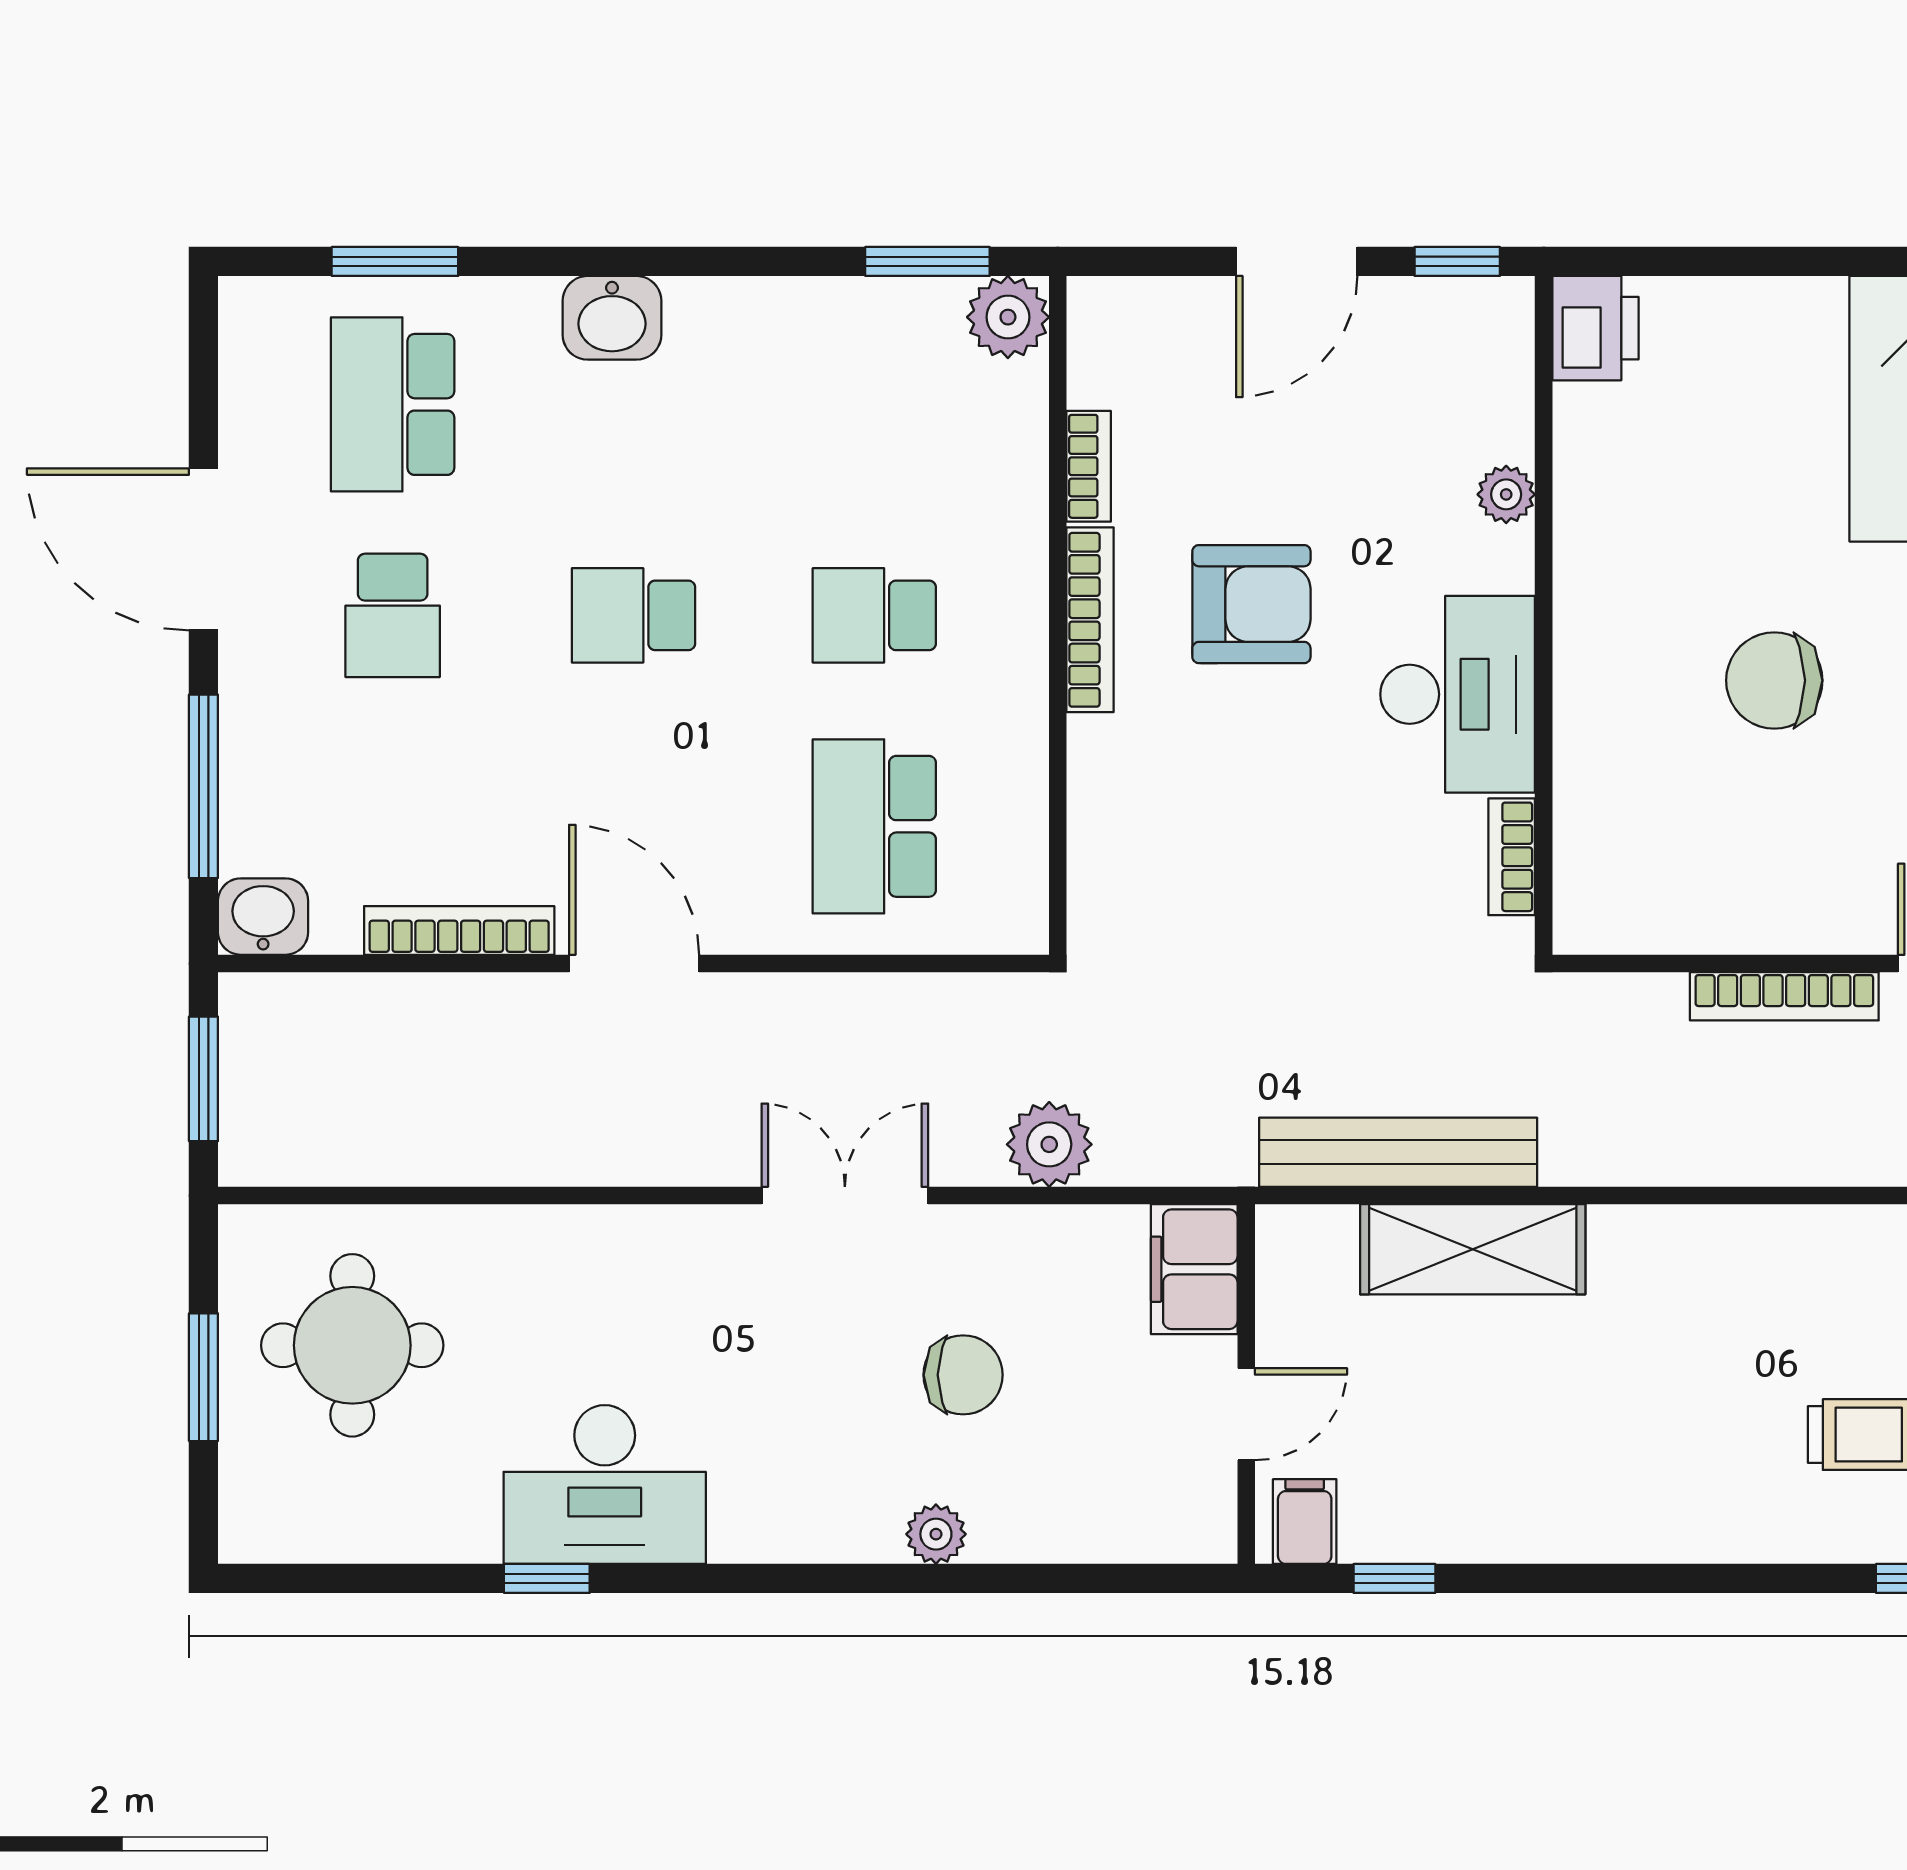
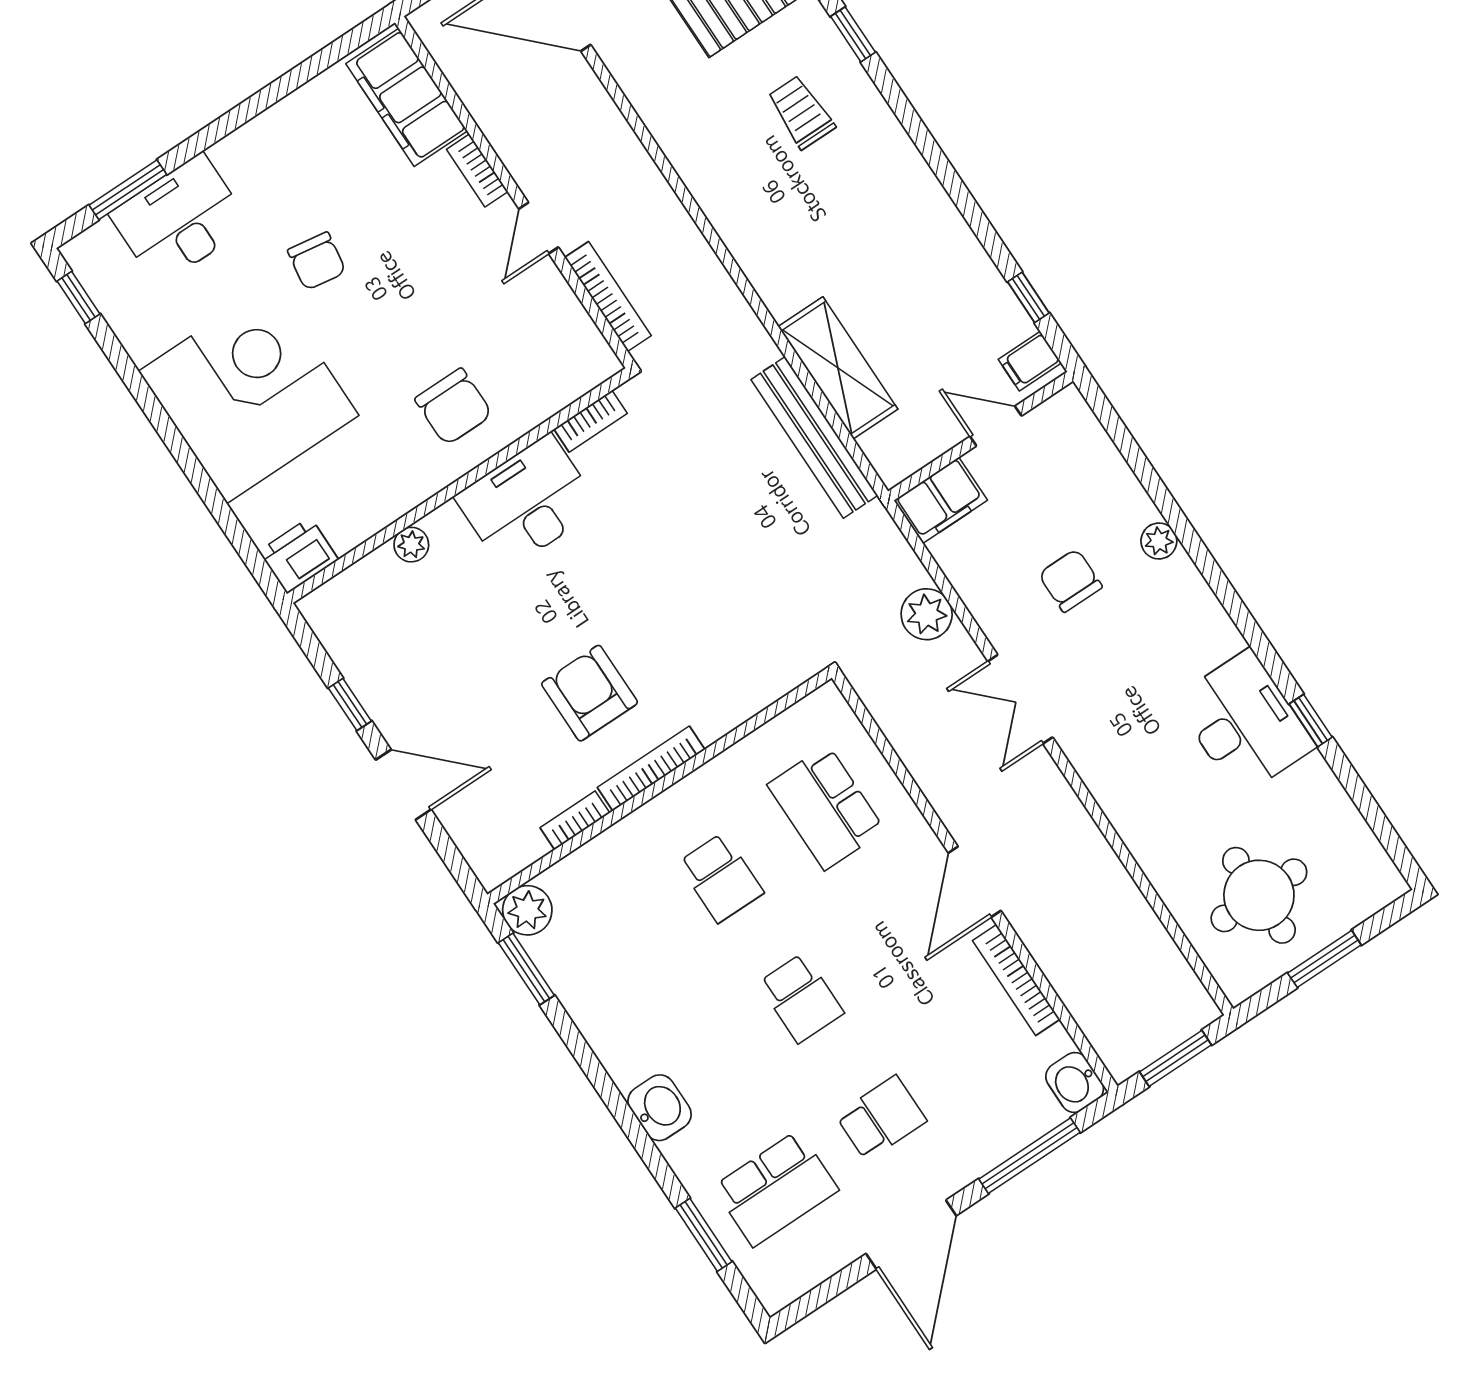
printer: (1595, 328) -> (299, 555), moved
plant: (1506, 494) -> (411, 545), moved
wall: (1544, 615) -> (459, 486), moved
desk: (1458, 694) -> (527, 502), moved
school desk: (874, 826) -> (826, 807), turned 90
bookcase: (1512, 857) -> (590, 421), moved

